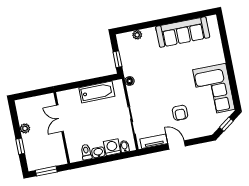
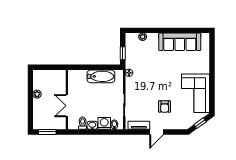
double door: (60, 118) -> (67, 106), moved
door: (177, 145) -> (157, 132), swing flipped
window: (20, 146) -> (30, 108), removed

